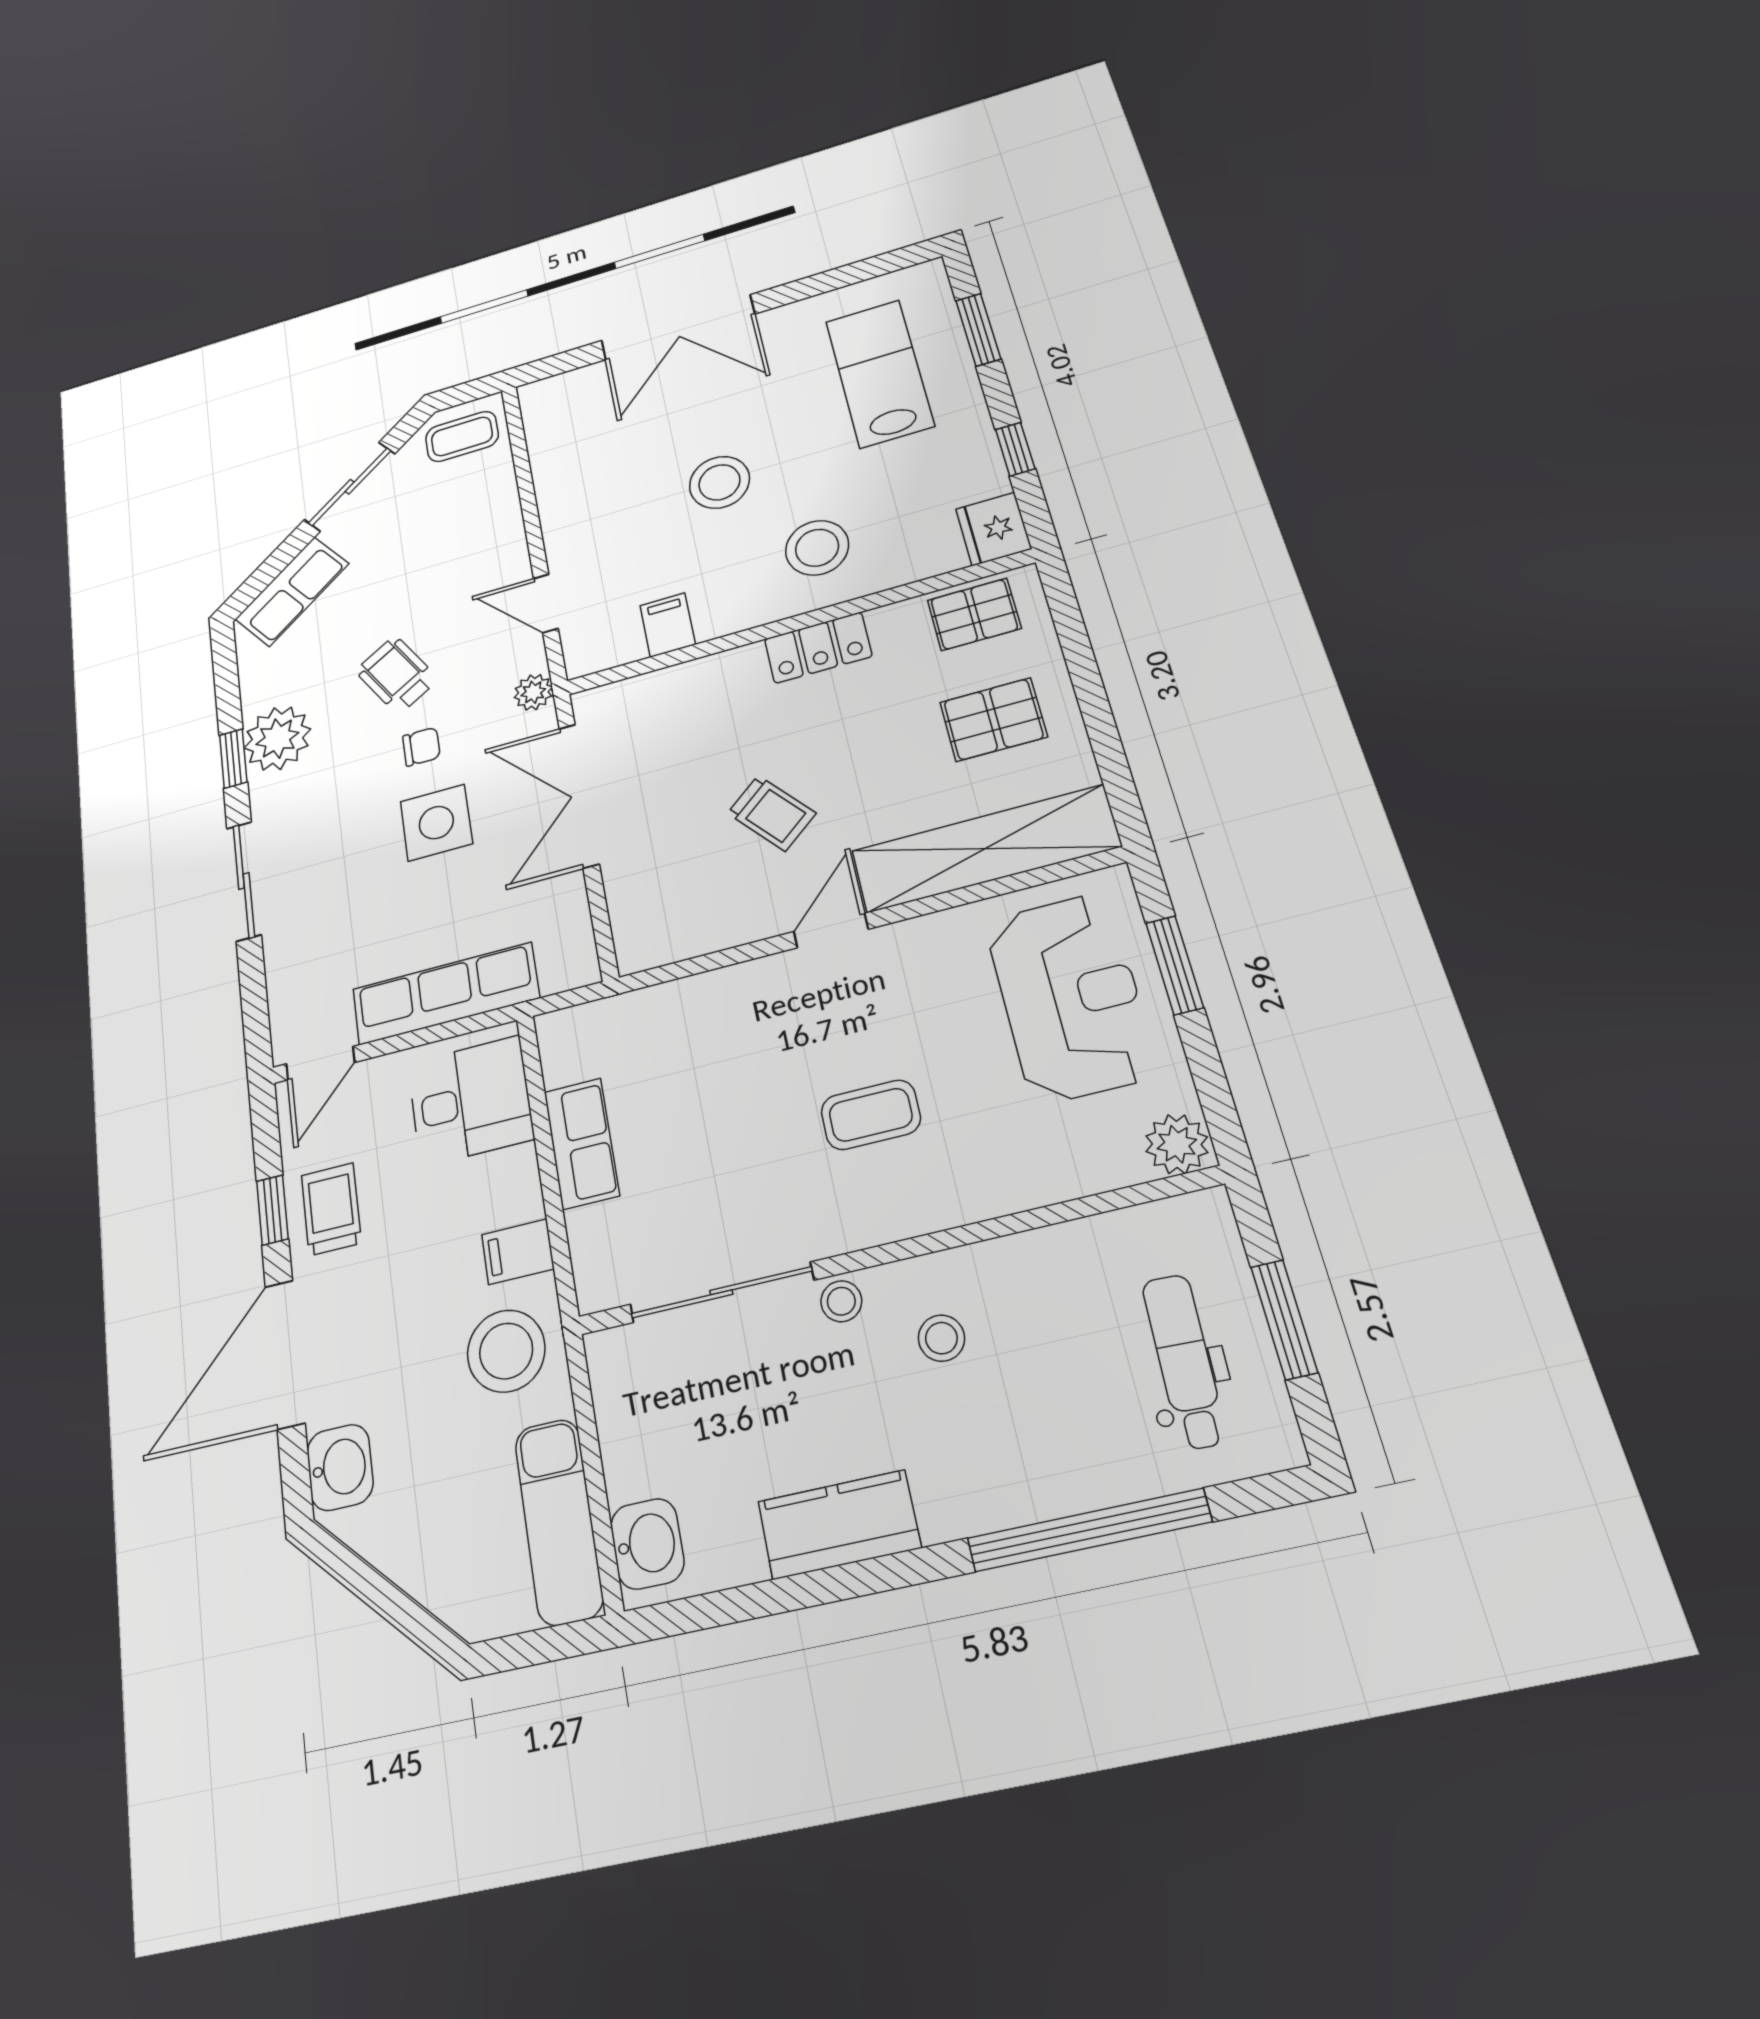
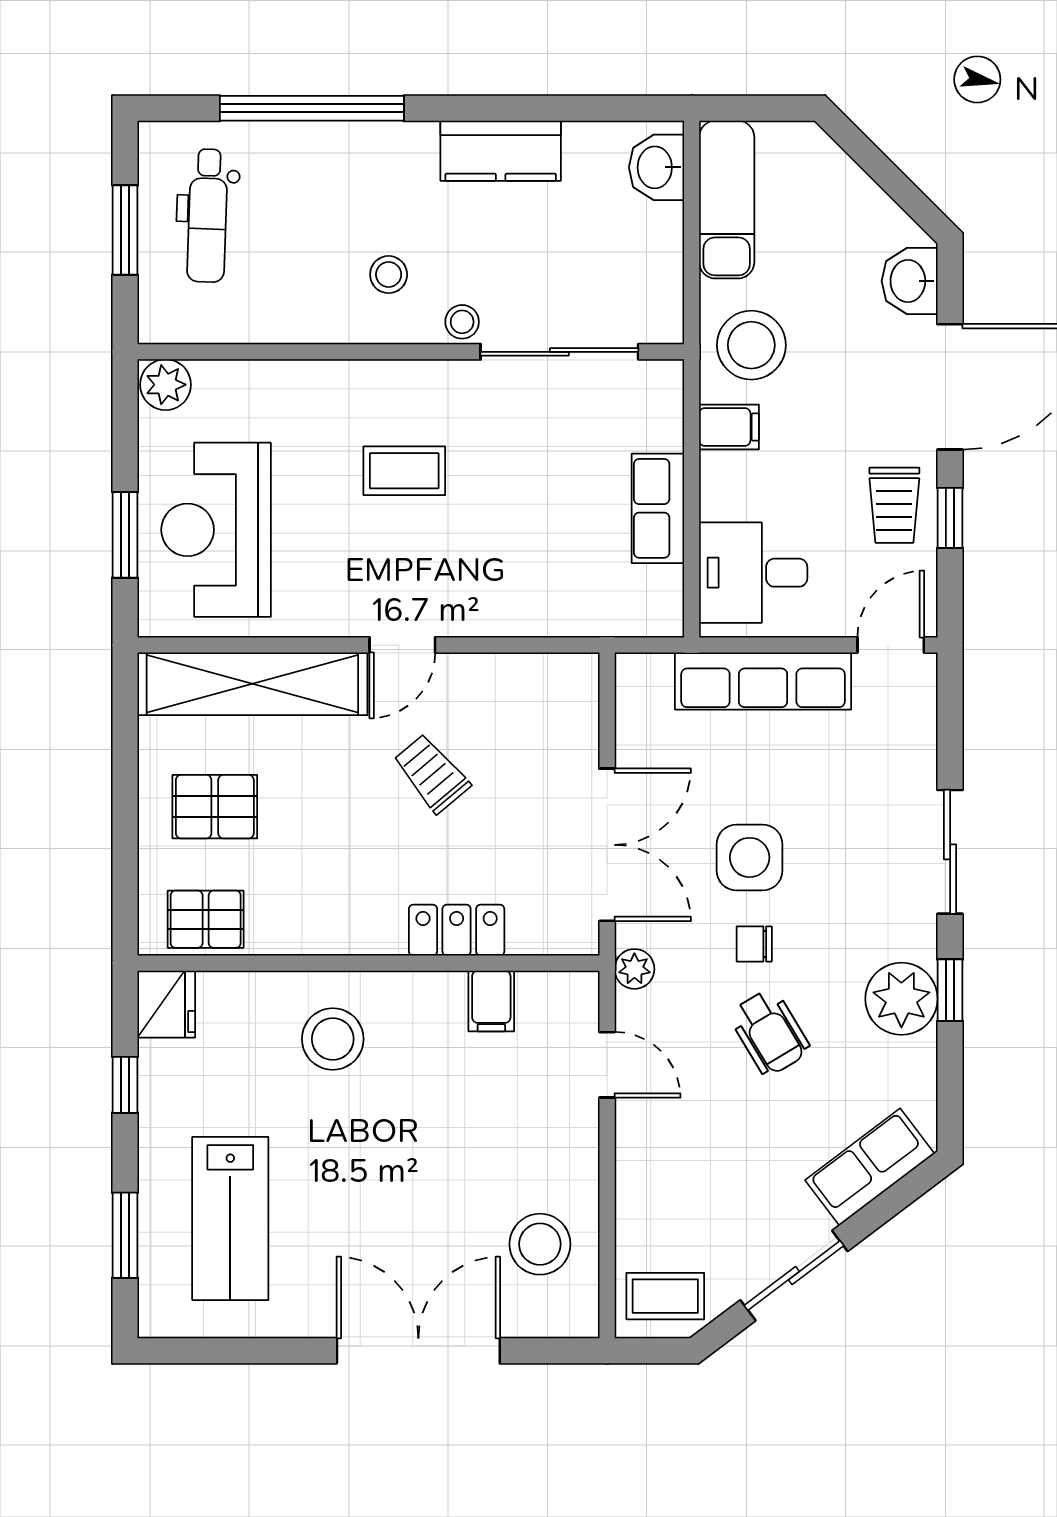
stool: (719, 482) -> (540, 1244), moved
locker: (818, 648) -> (457, 930), moved

